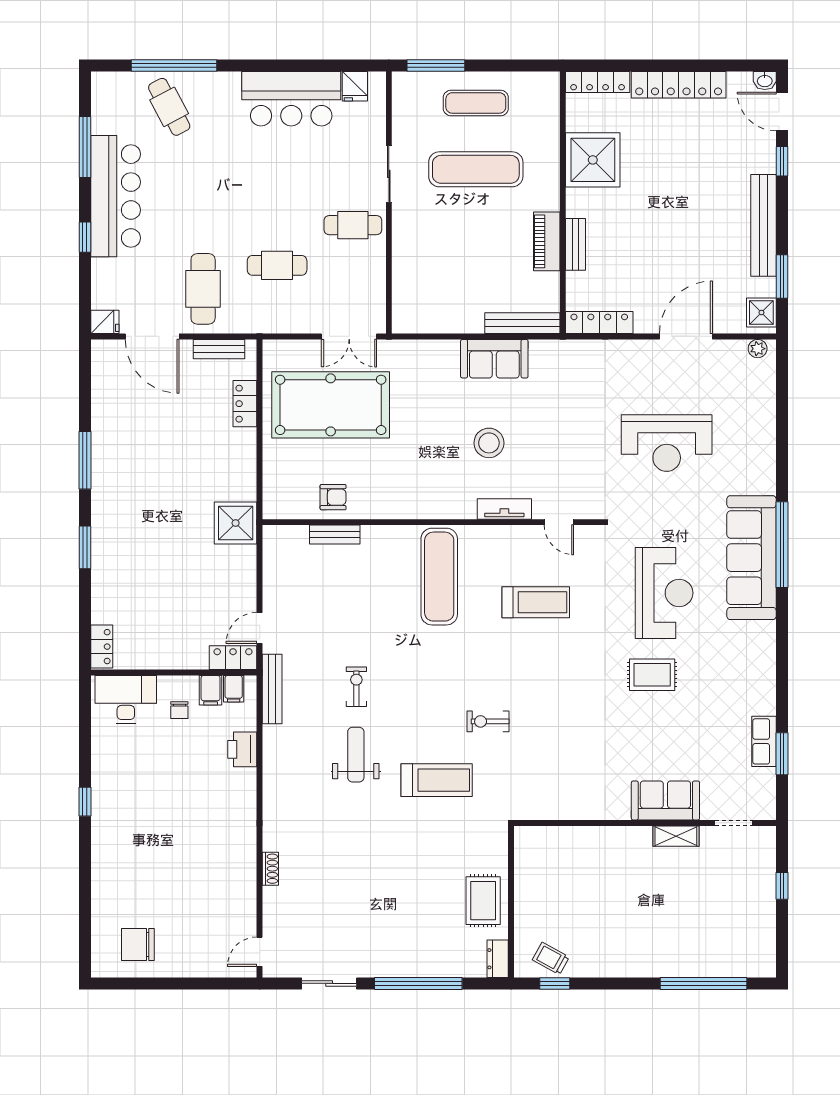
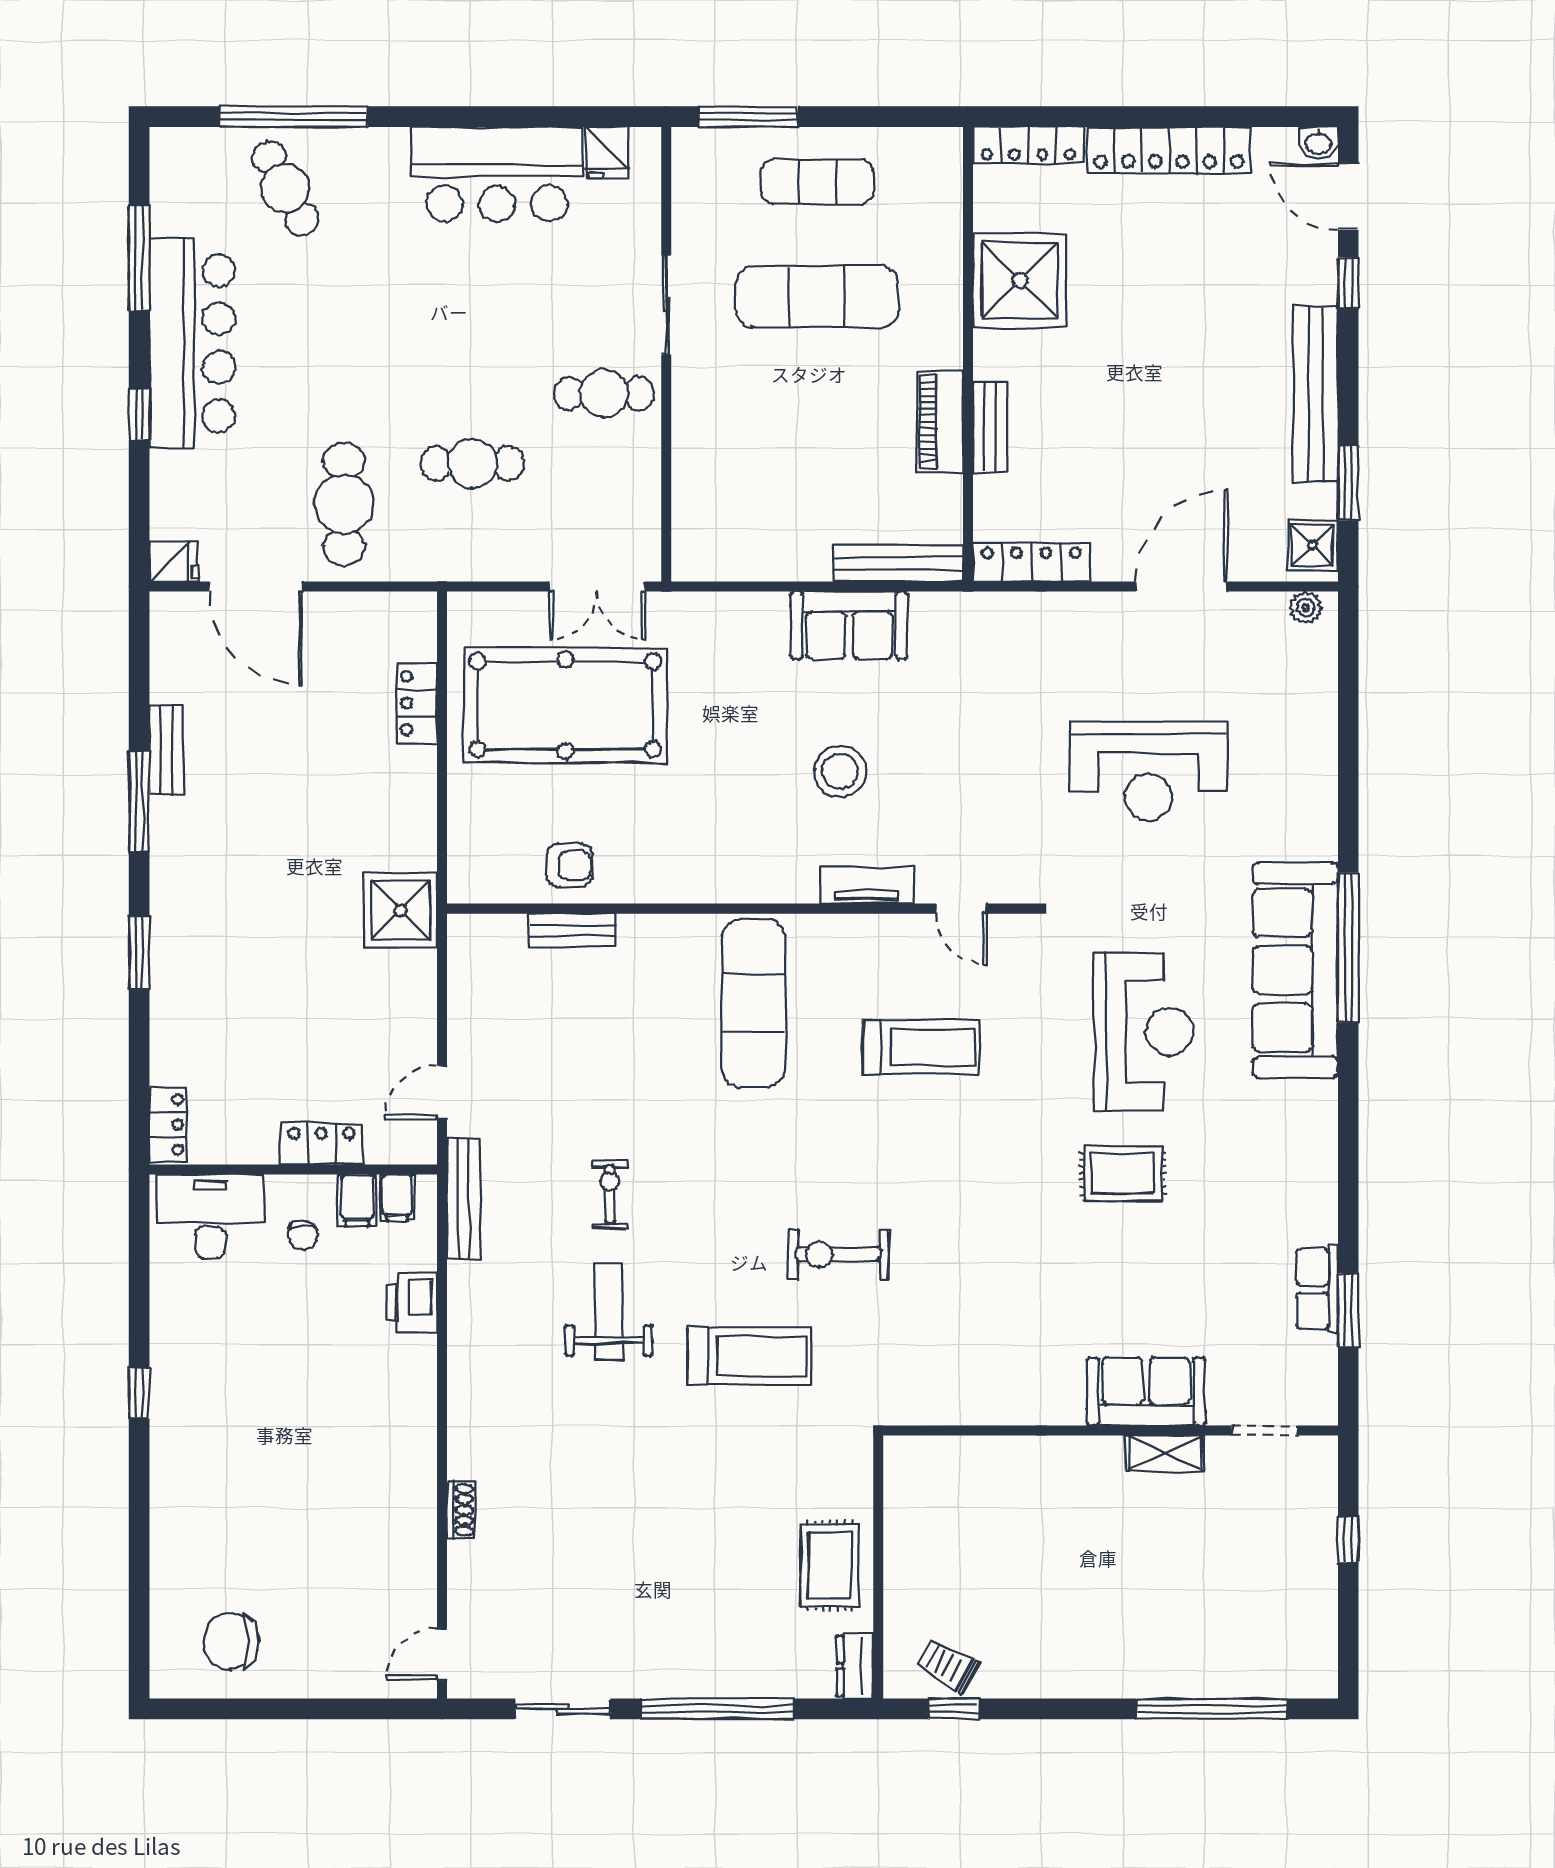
bench: (219, 349) -> (166, 750), moved, turned 90
locker: (233, 658) -> (322, 1144), moved
exercise bike: (488, 721) -> (838, 1254), width x1.38, depth x1.39

